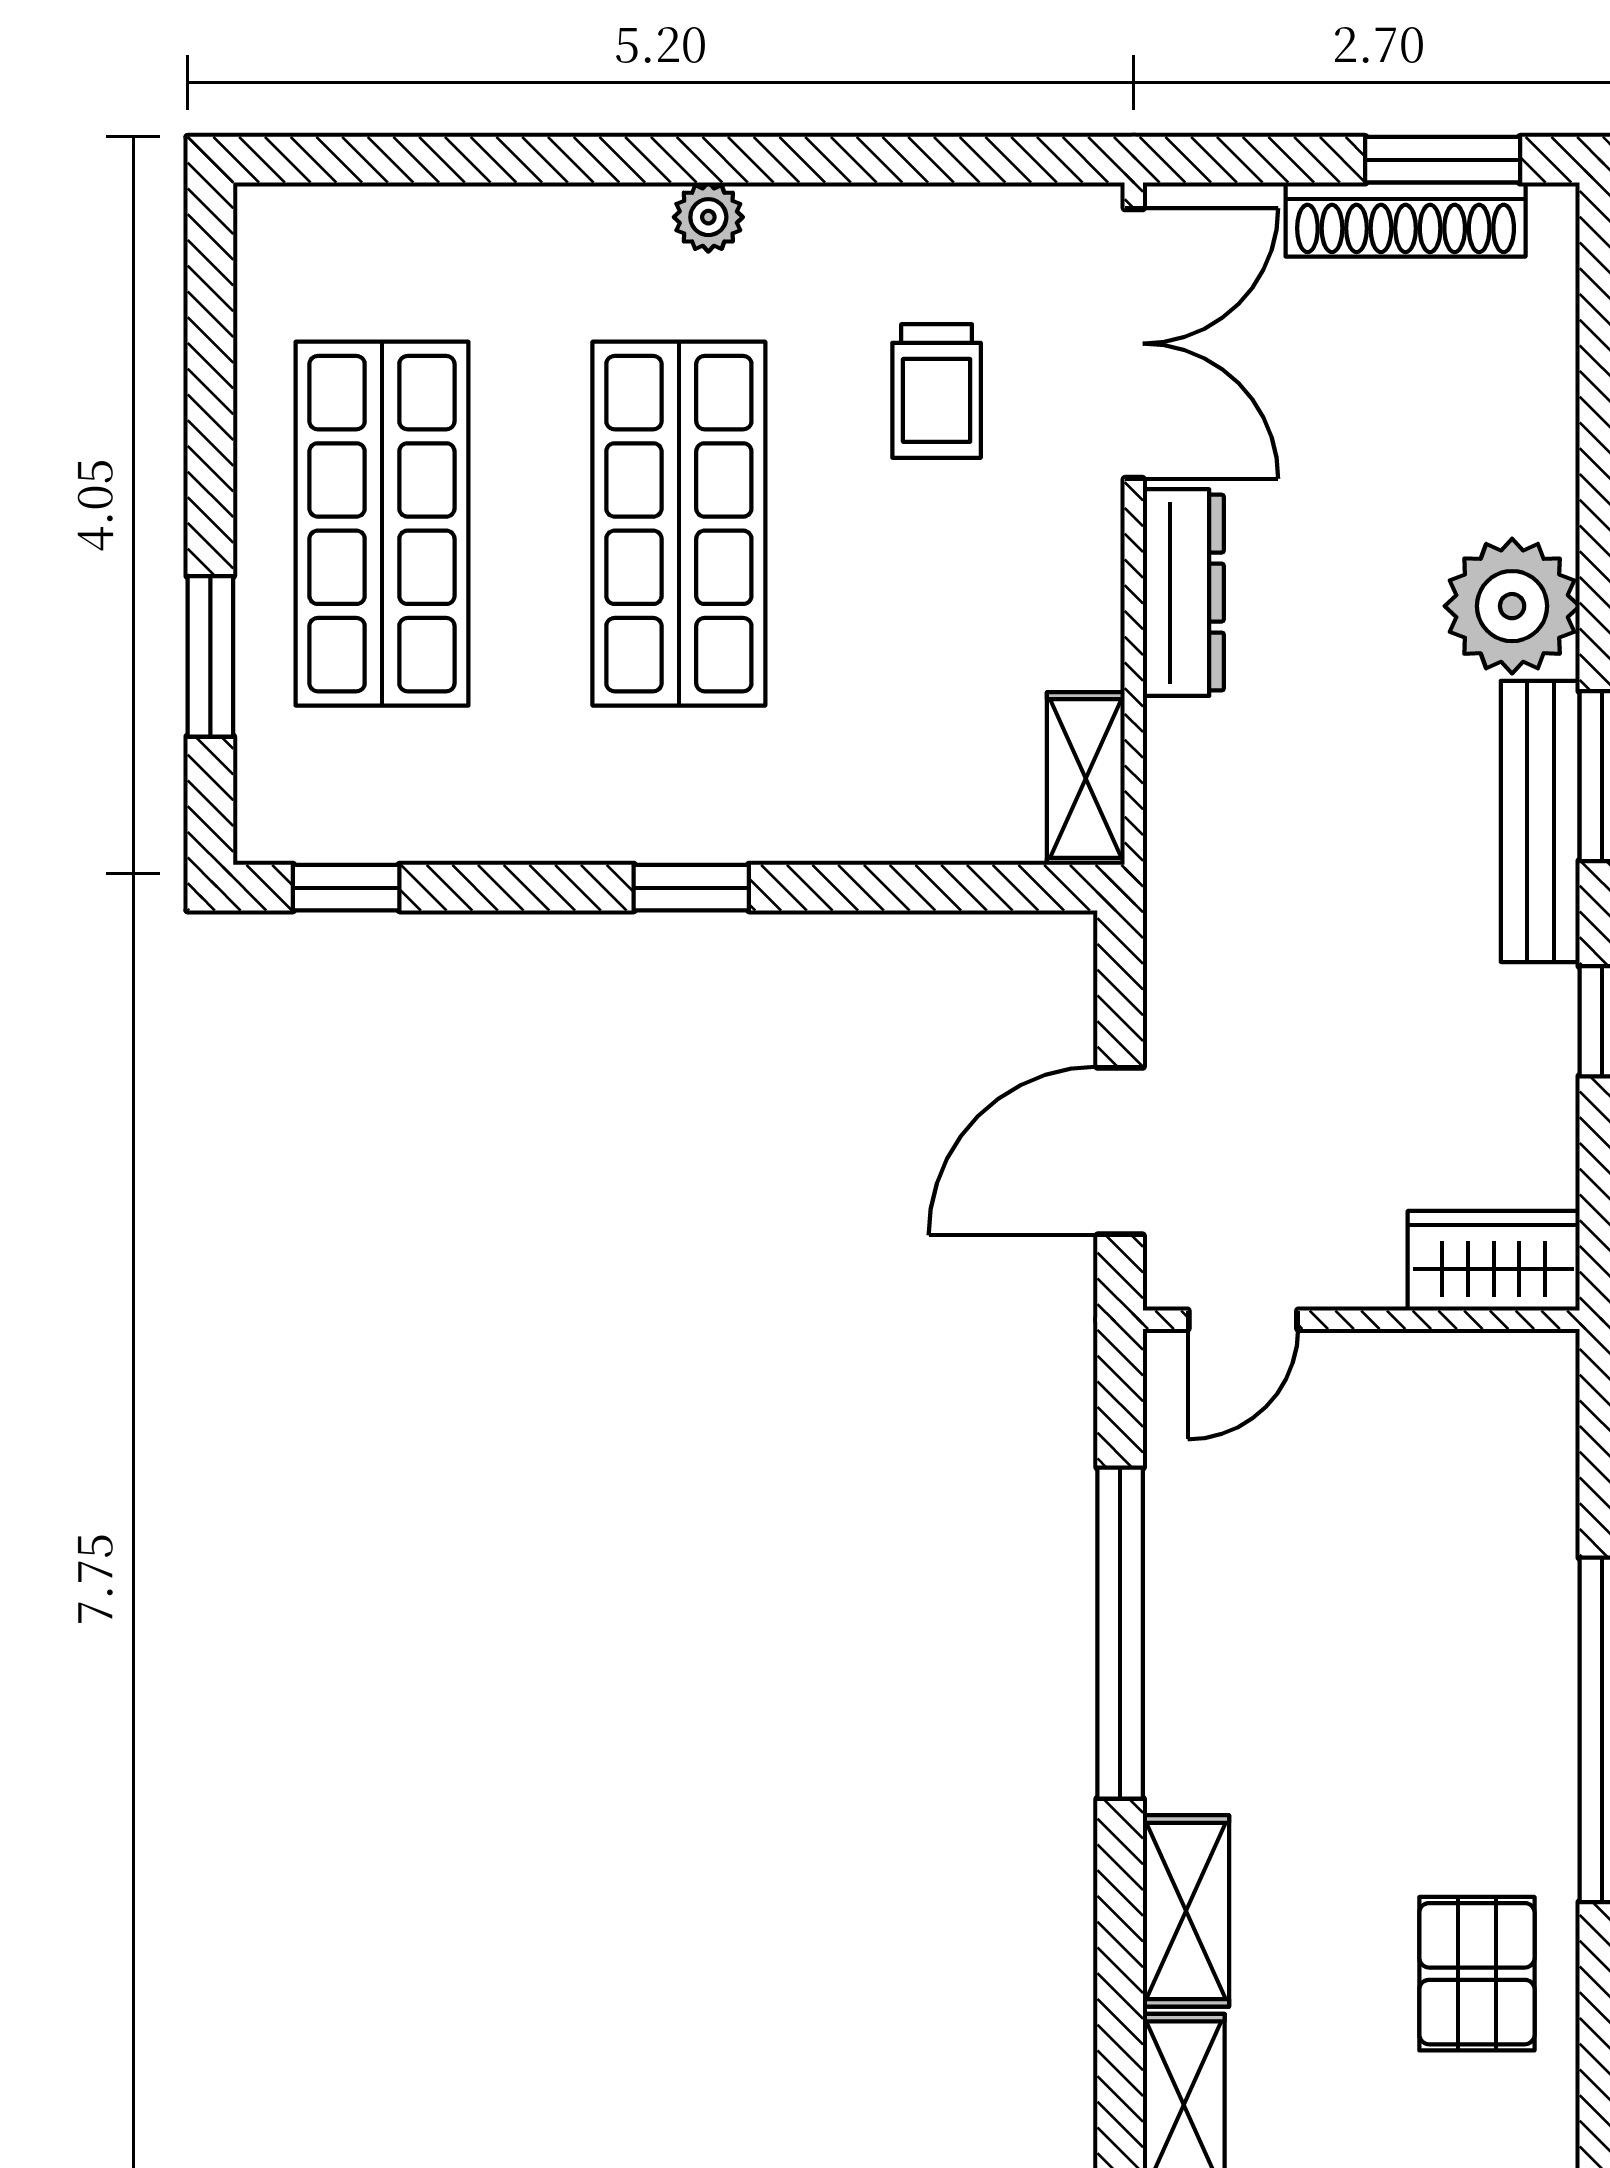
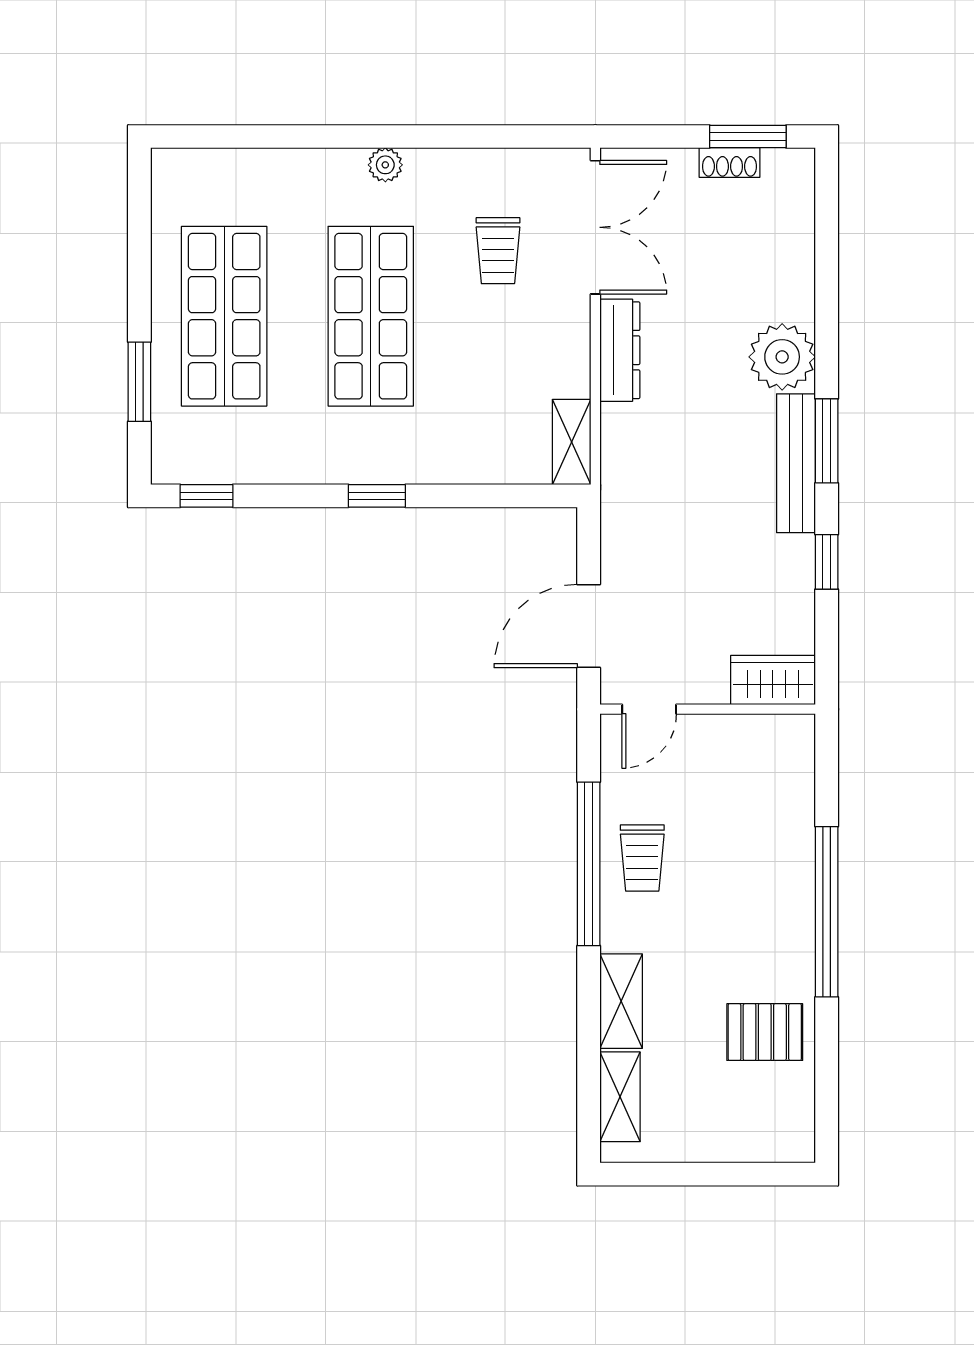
shoe rack: (1406, 220) -> (730, 163), width x0.51, depth x0.81
trolley: (1229, 1621) -> (642, 858), added
pallet: (1477, 1974) -> (765, 1032), turned 90

